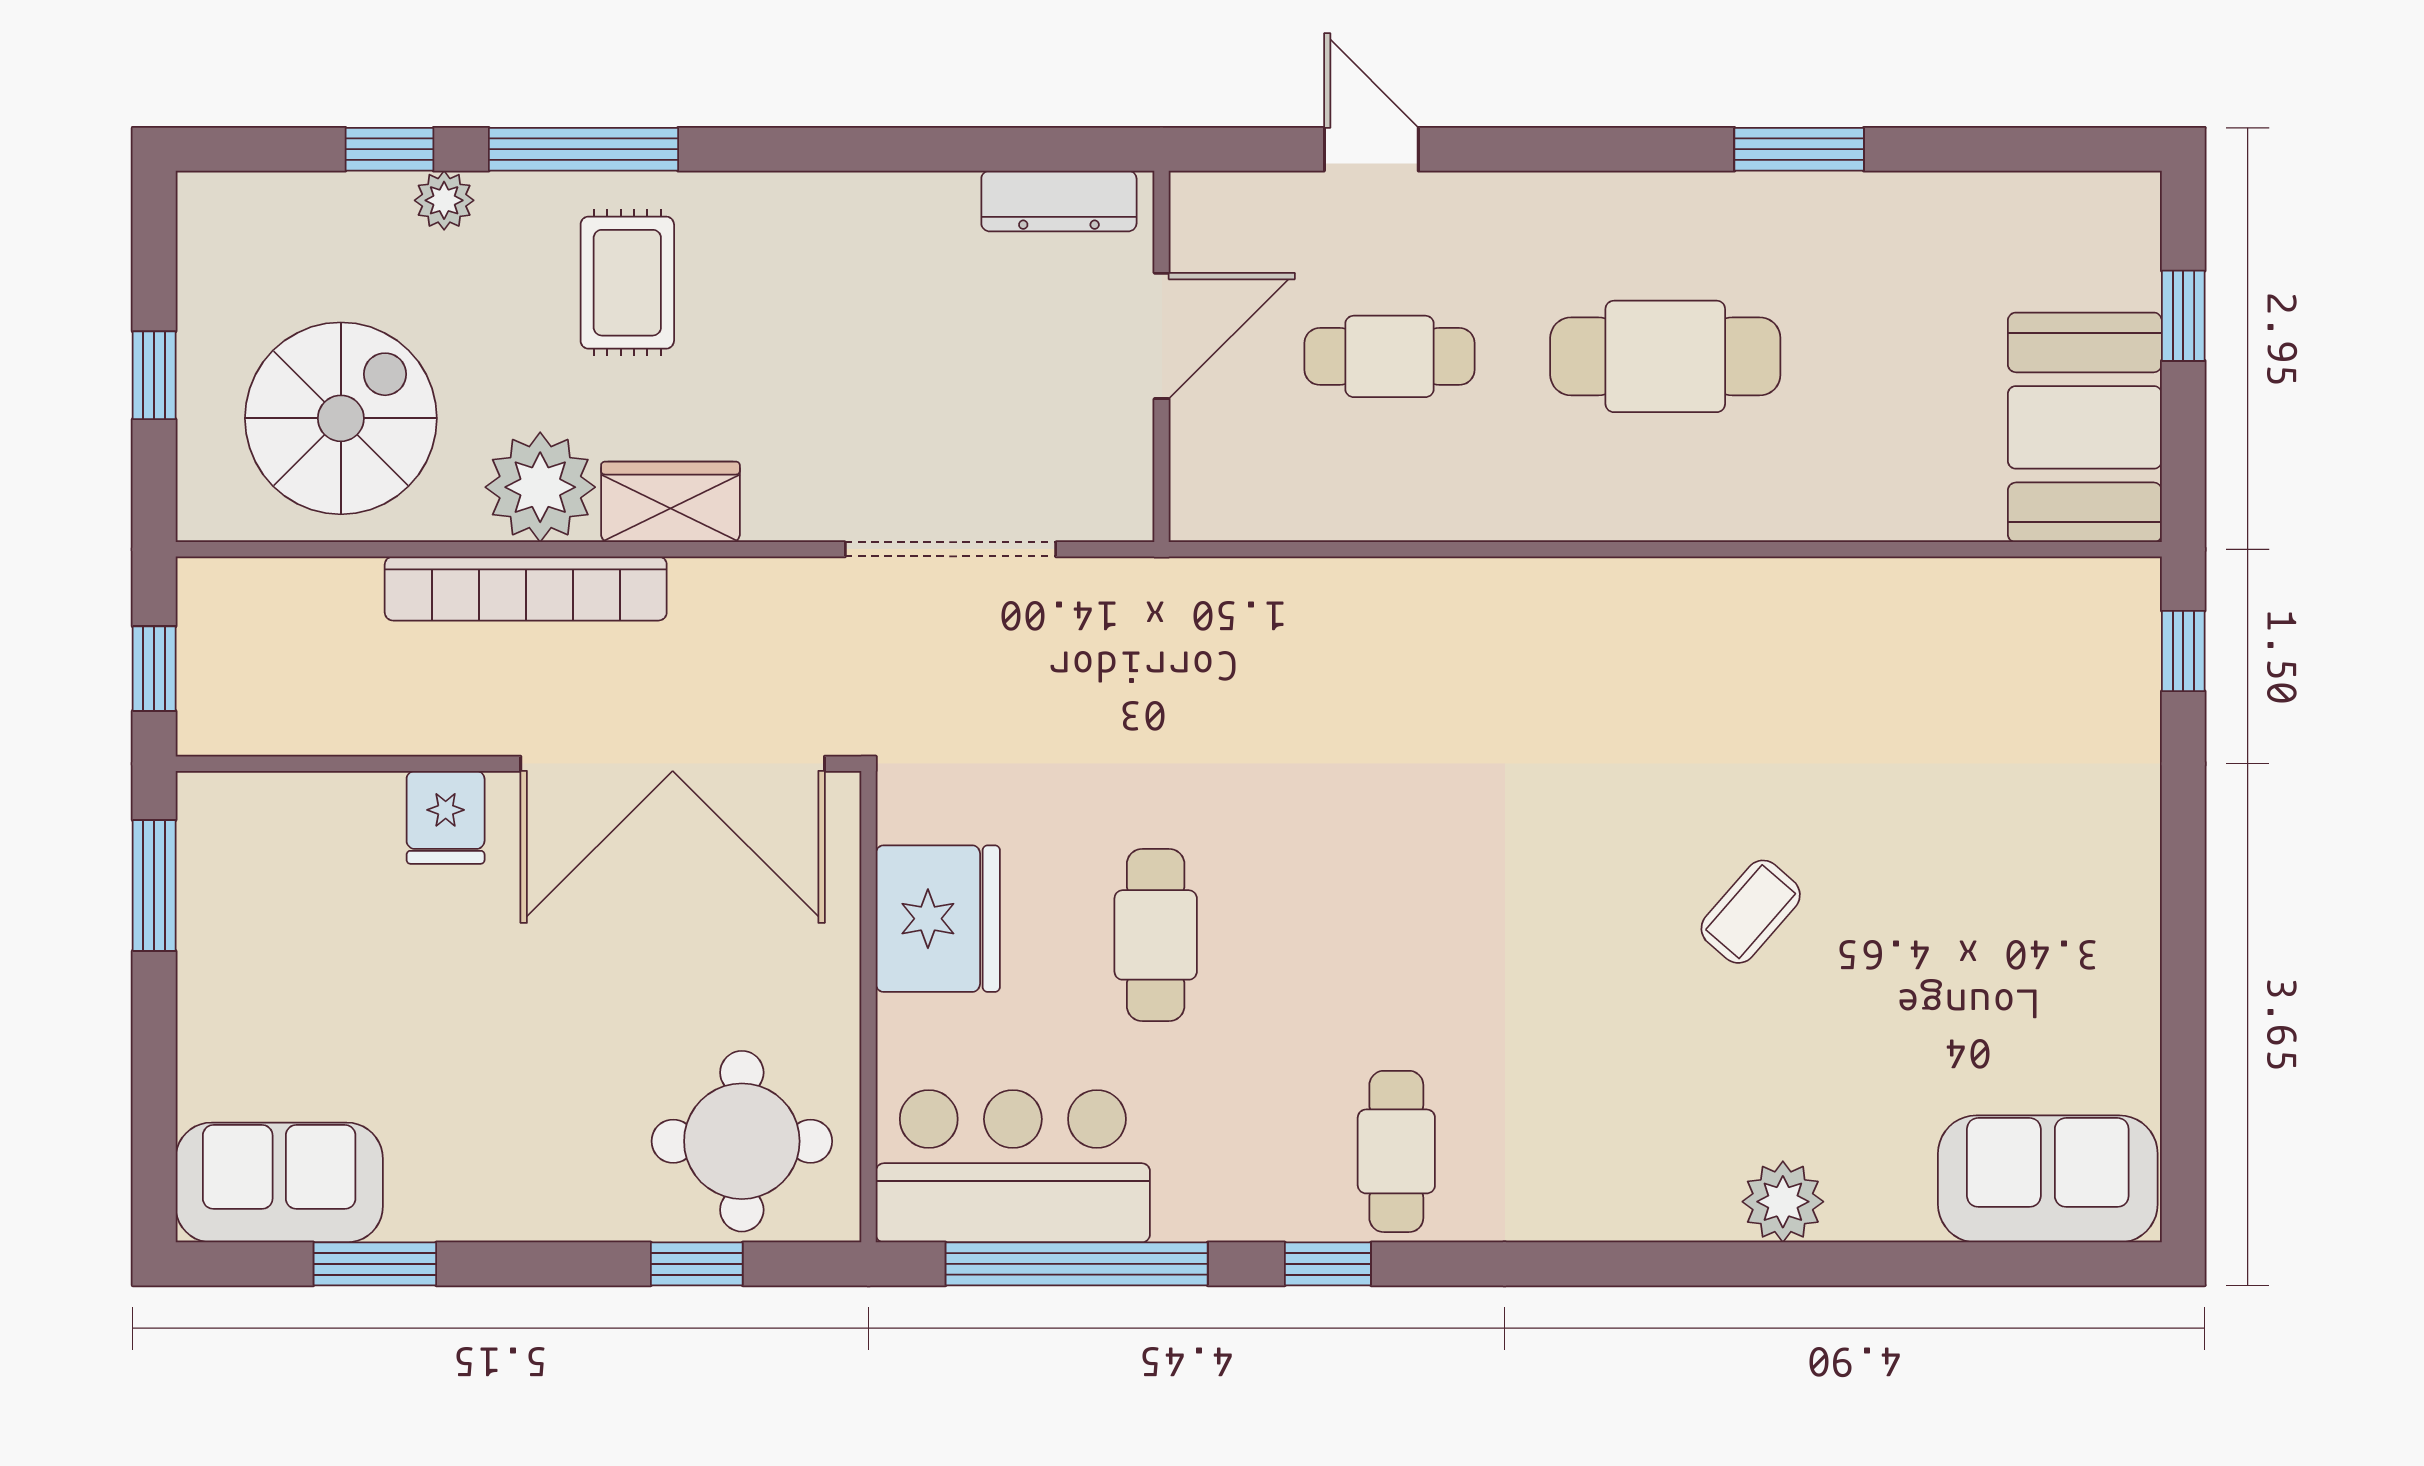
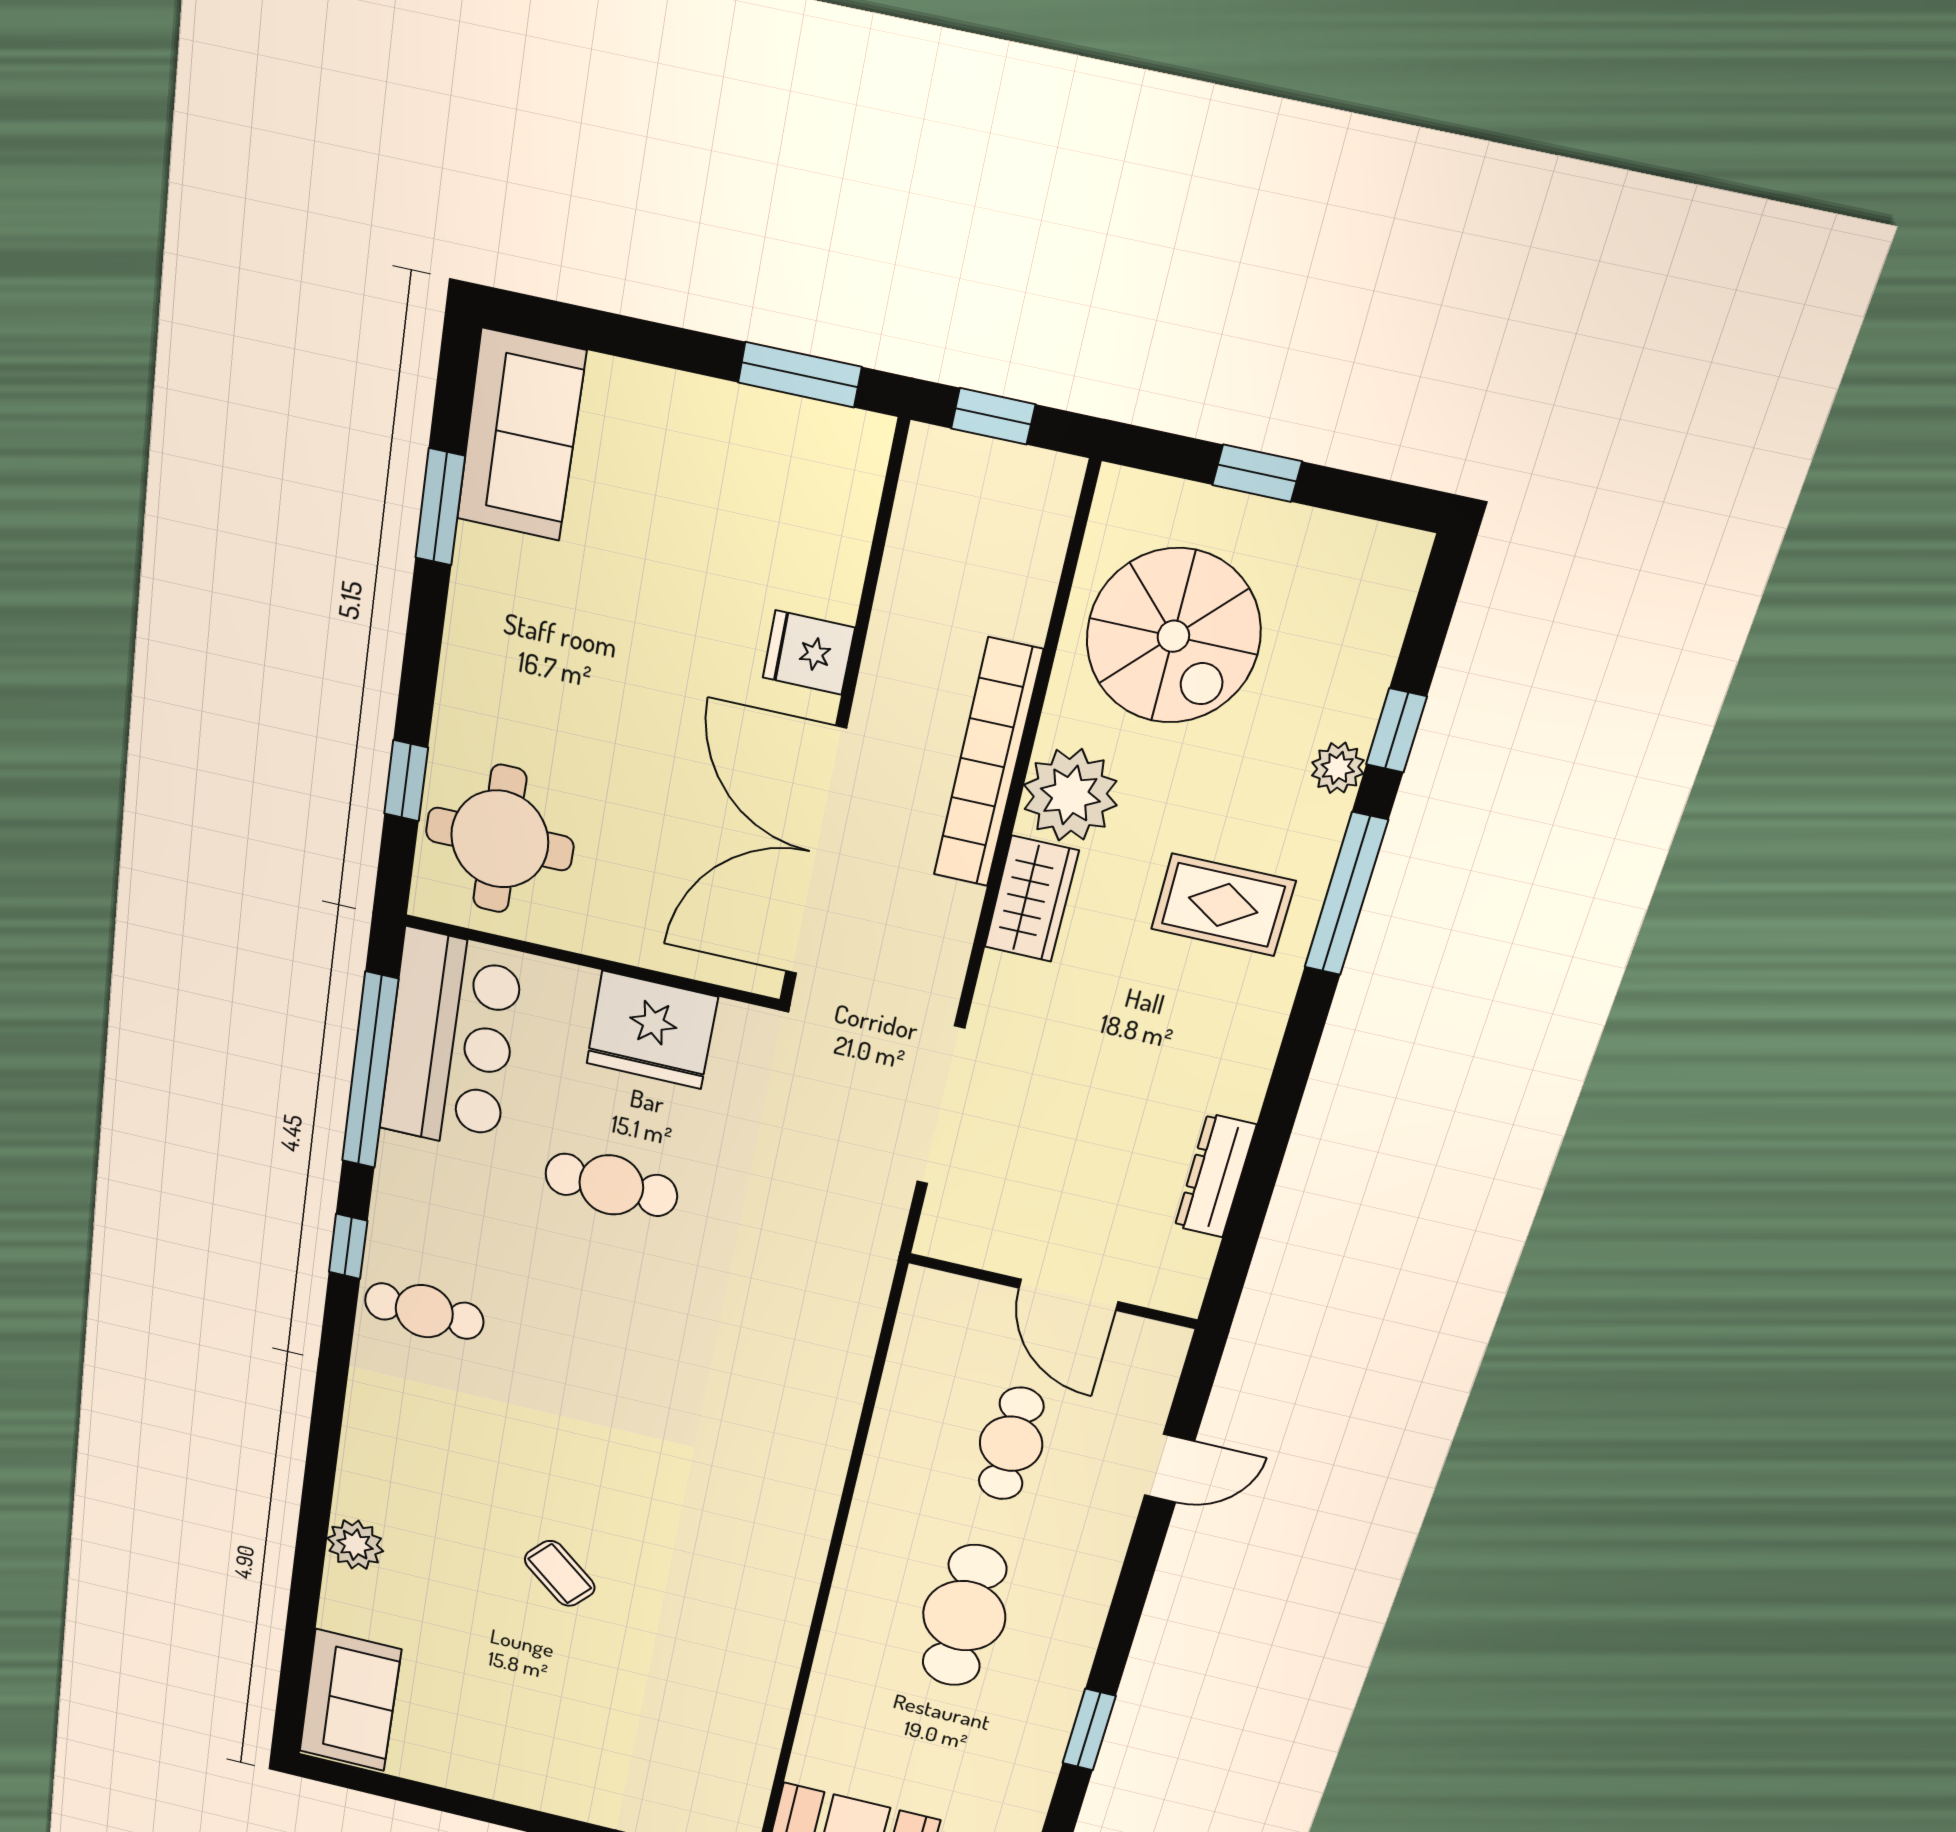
dresser: (1059, 201) -> (1215, 1176), moved

